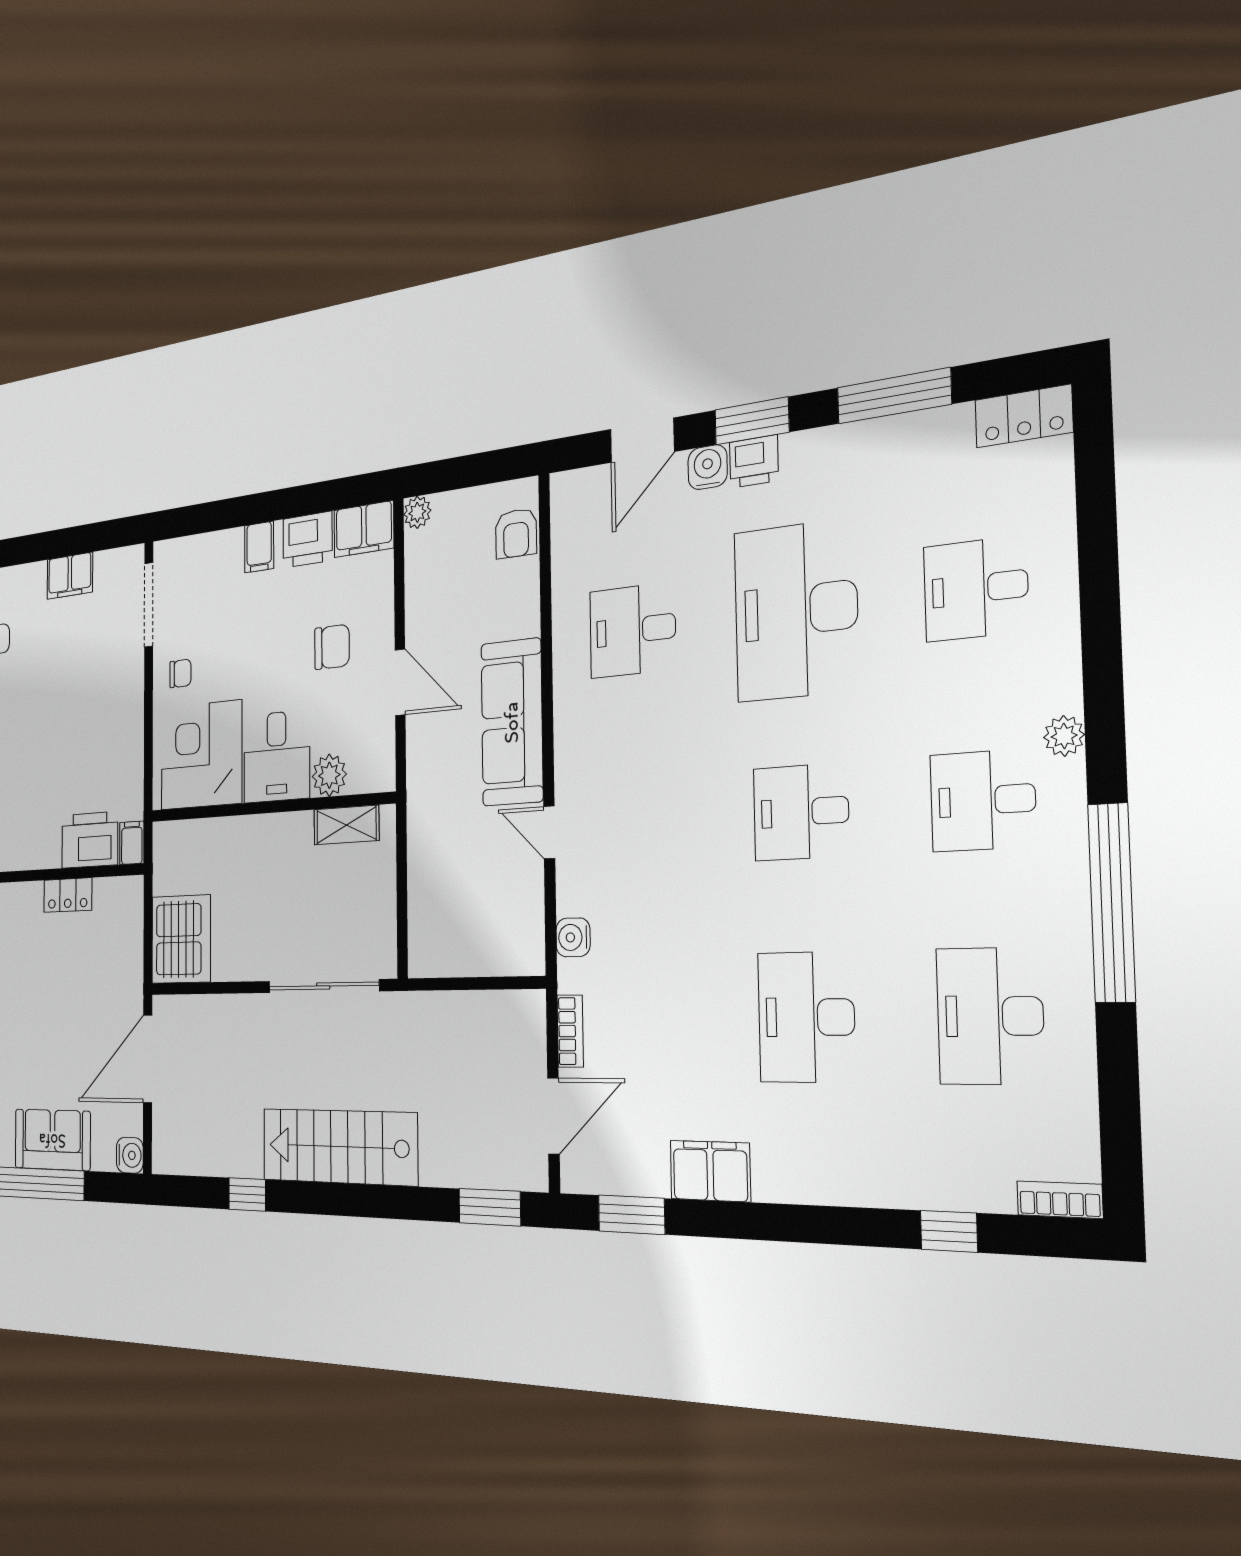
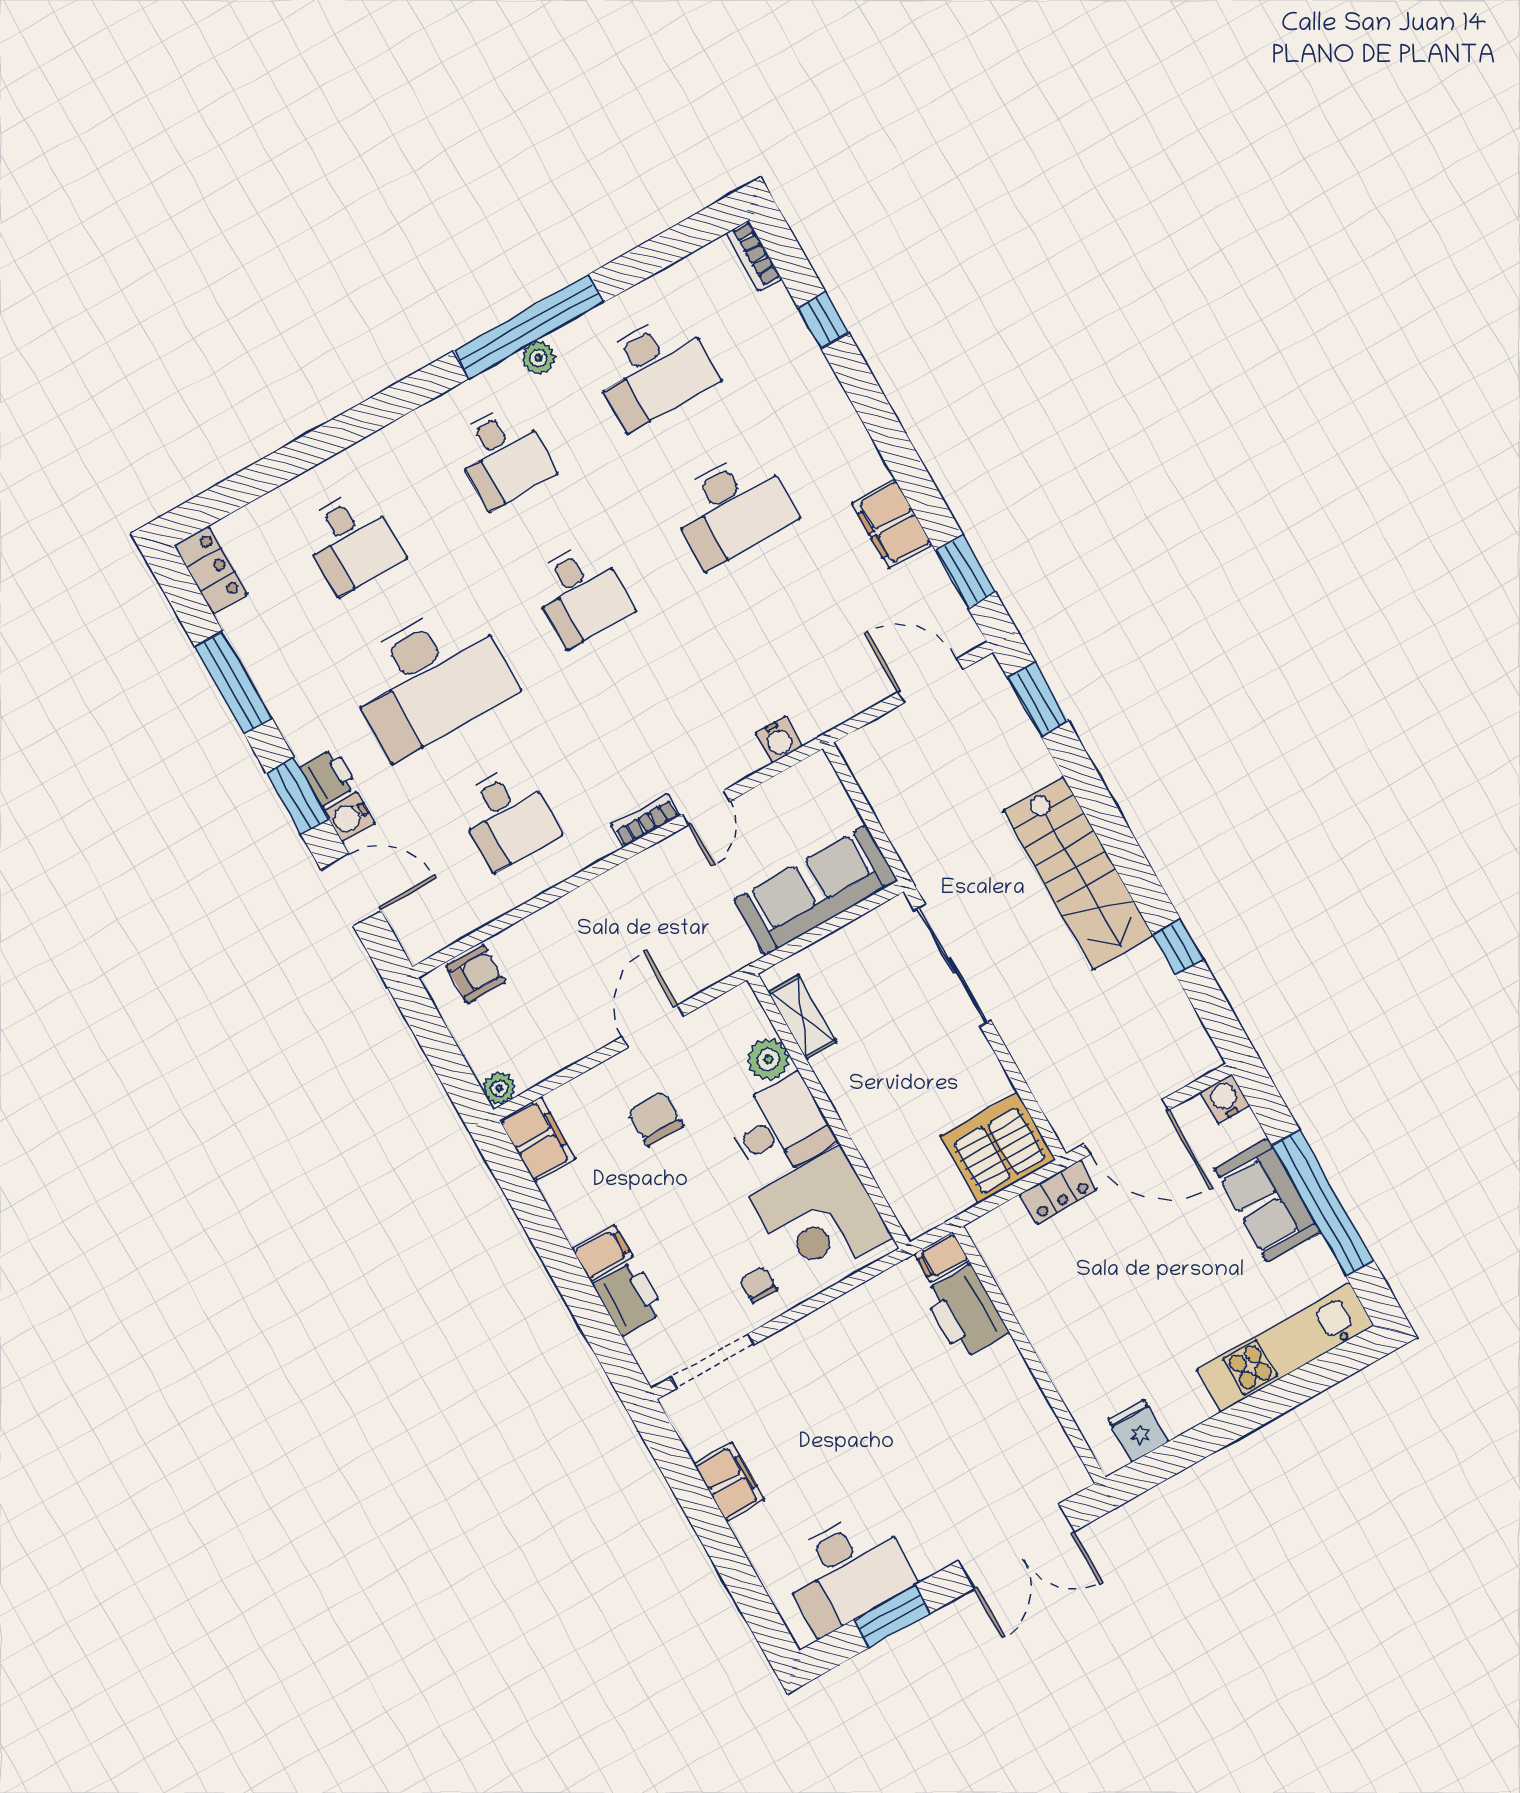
printer: (307, 540) -> (629, 1298), moved
sofa: (512, 722) -> (815, 890), moved, turned 180
plant: (1064, 736) -> (539, 358), moved
locker: (68, 895) -> (1058, 1192), moved, turned 90
bookcase: (570, 1031) -> (645, 820), moved

